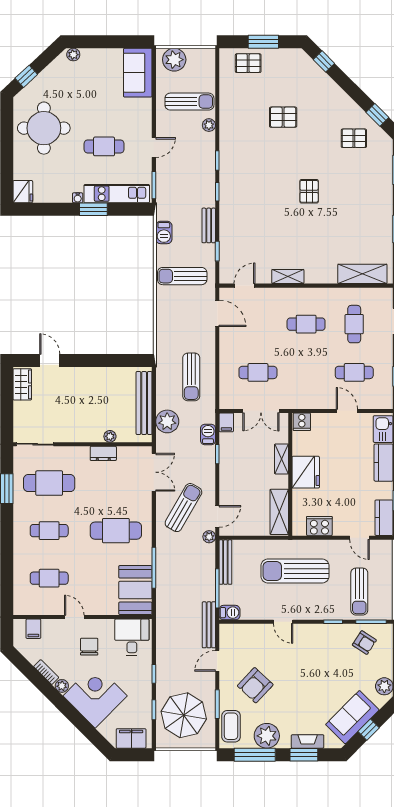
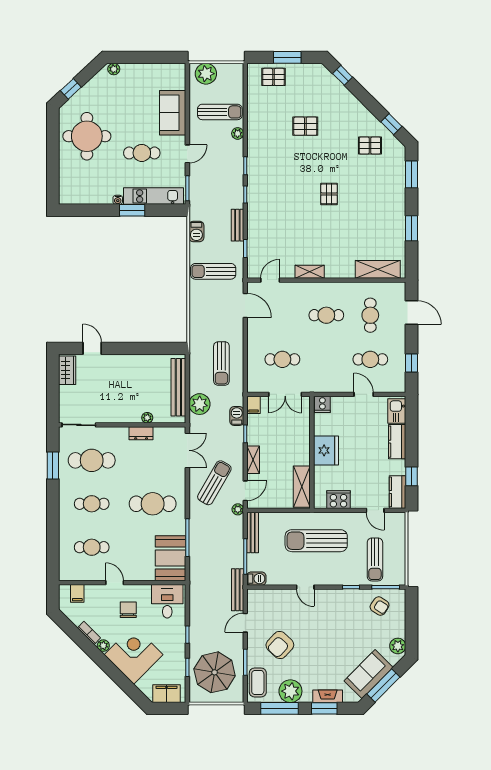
sofa: (138, 73) -> (173, 113), moved
fridge: (23, 192) -> (68, 194), removed
shelving: (281, 459) -> (253, 460), moved
window: (369, 730) -> (383, 685), width x2.17

